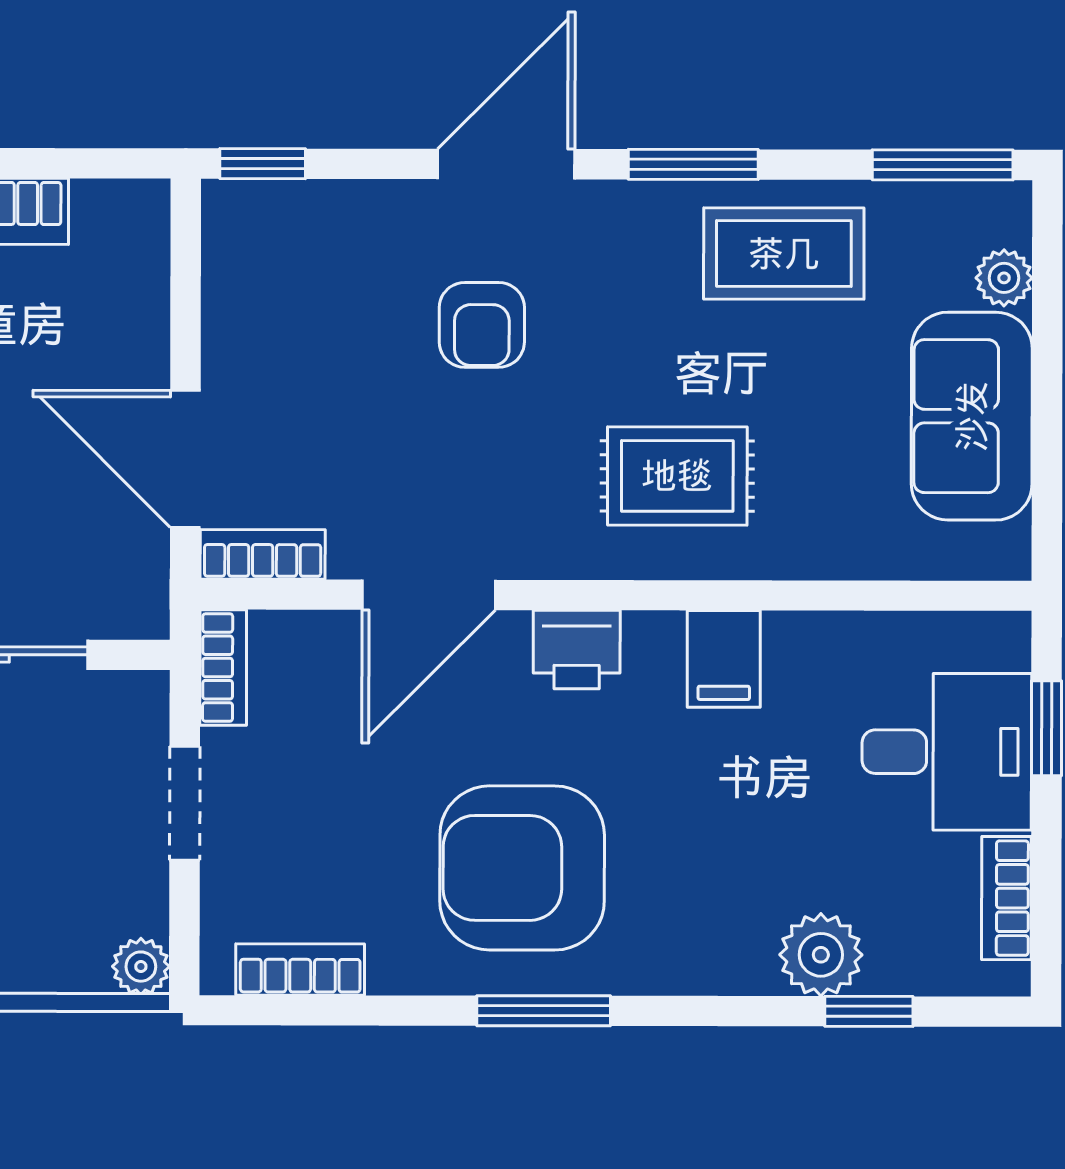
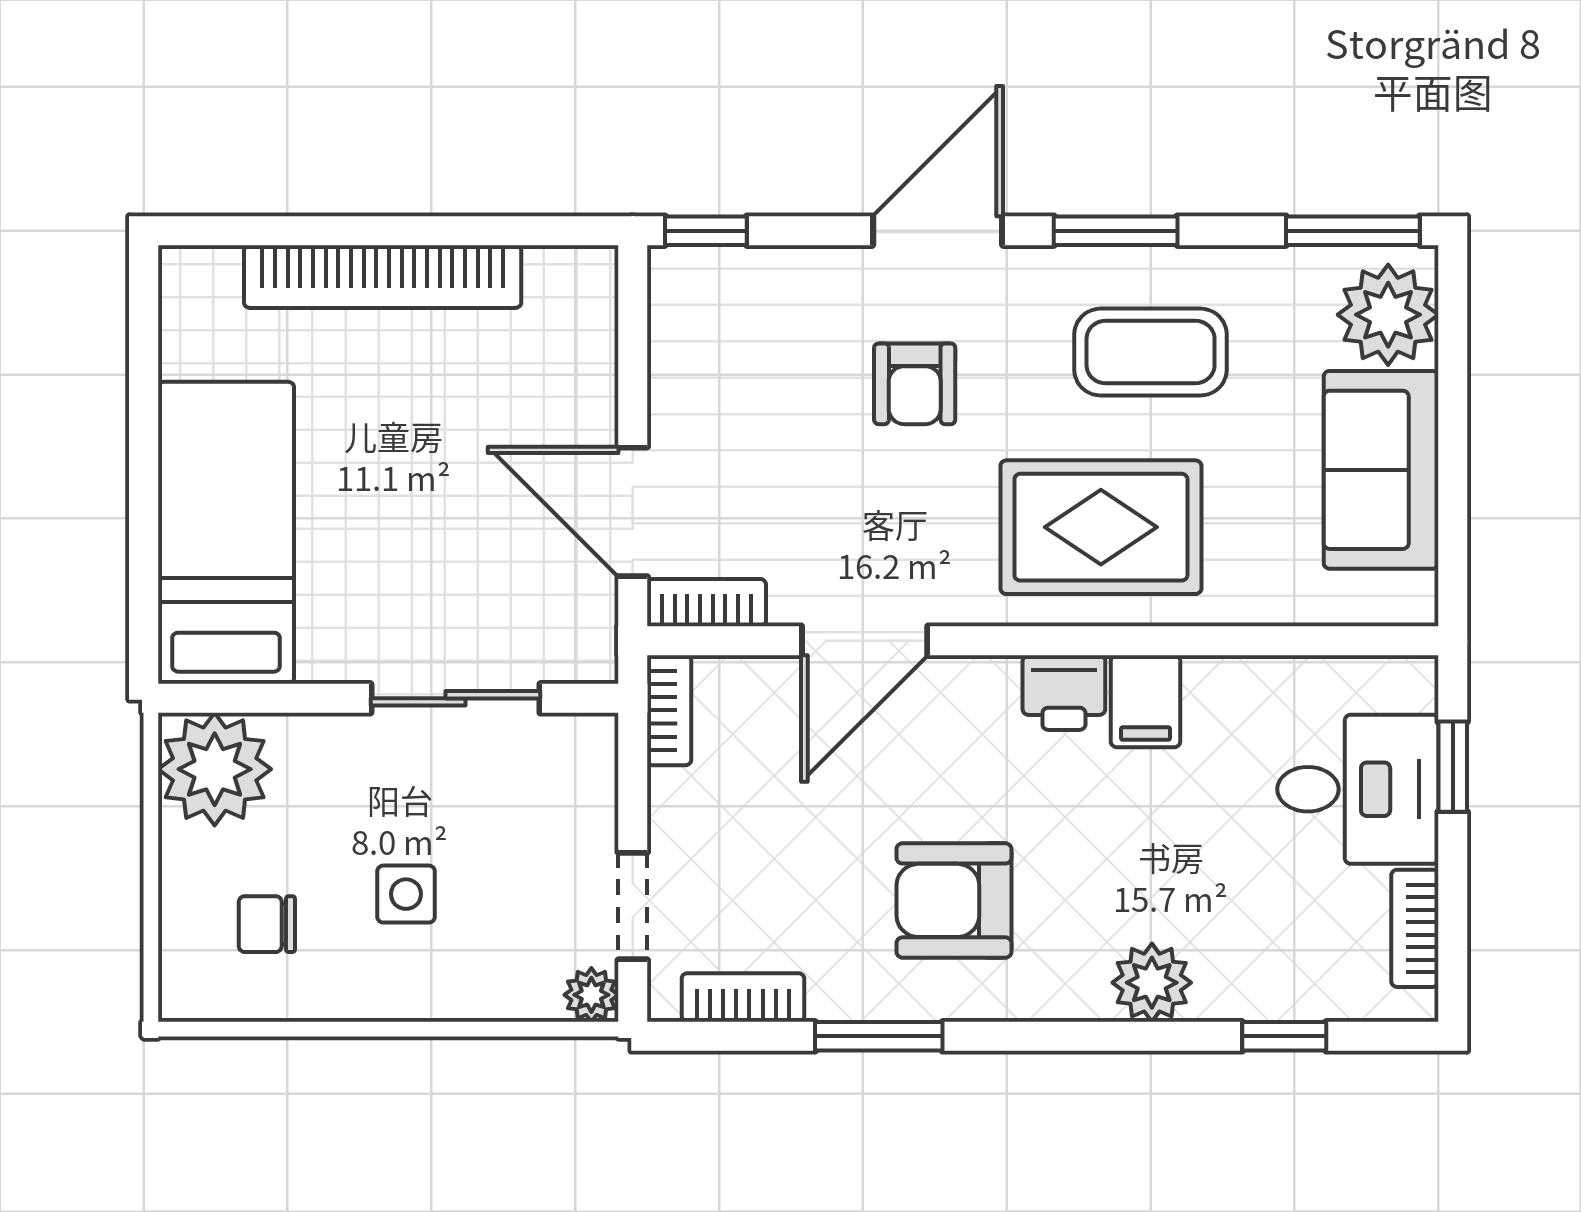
coffee table: (784, 254) -> (1151, 352), moved
plant: (1004, 278) -> (1388, 315), width x1.87, depth x1.87
rug: (677, 476) -> (1101, 527), width x1.36, depth x1.43
printer: (577, 650) -> (1064, 693), moved
doorway: (185, 803) -> (633, 906), moved
armchair: (522, 868) -> (954, 900), width x0.73, depth x0.73
plant: (821, 955) -> (1152, 983), moved
window: (544, 1011) -> (879, 1036), moved

